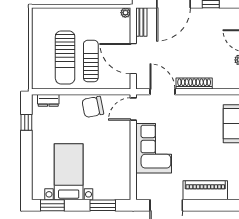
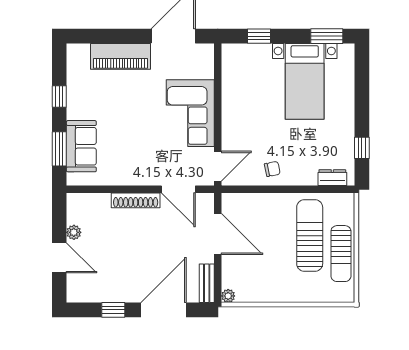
sun lounger: (91, 61) -> (341, 254), moved
chair: (93, 107) -> (272, 169), width x0.54, depth x0.54
window: (103, 205) -> (259, 36), width x0.67

